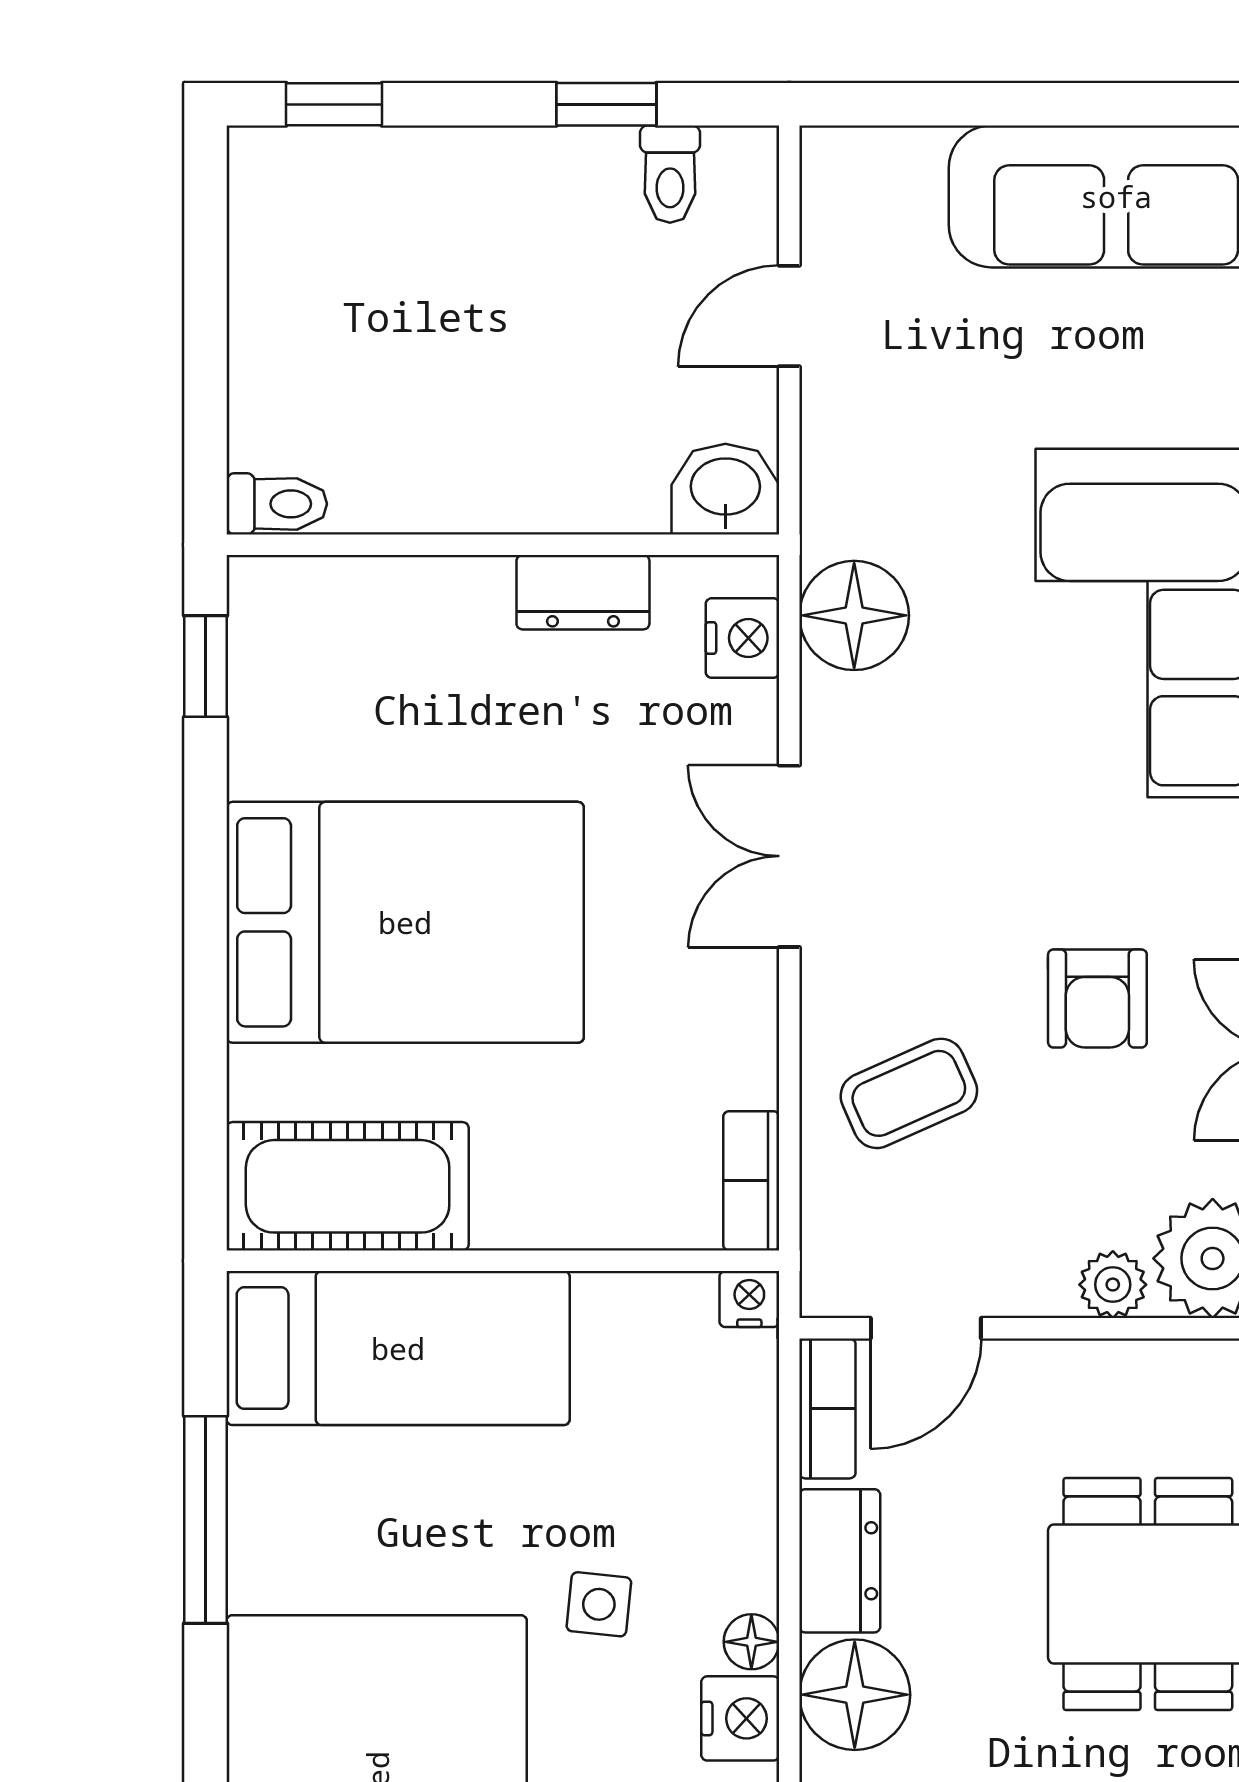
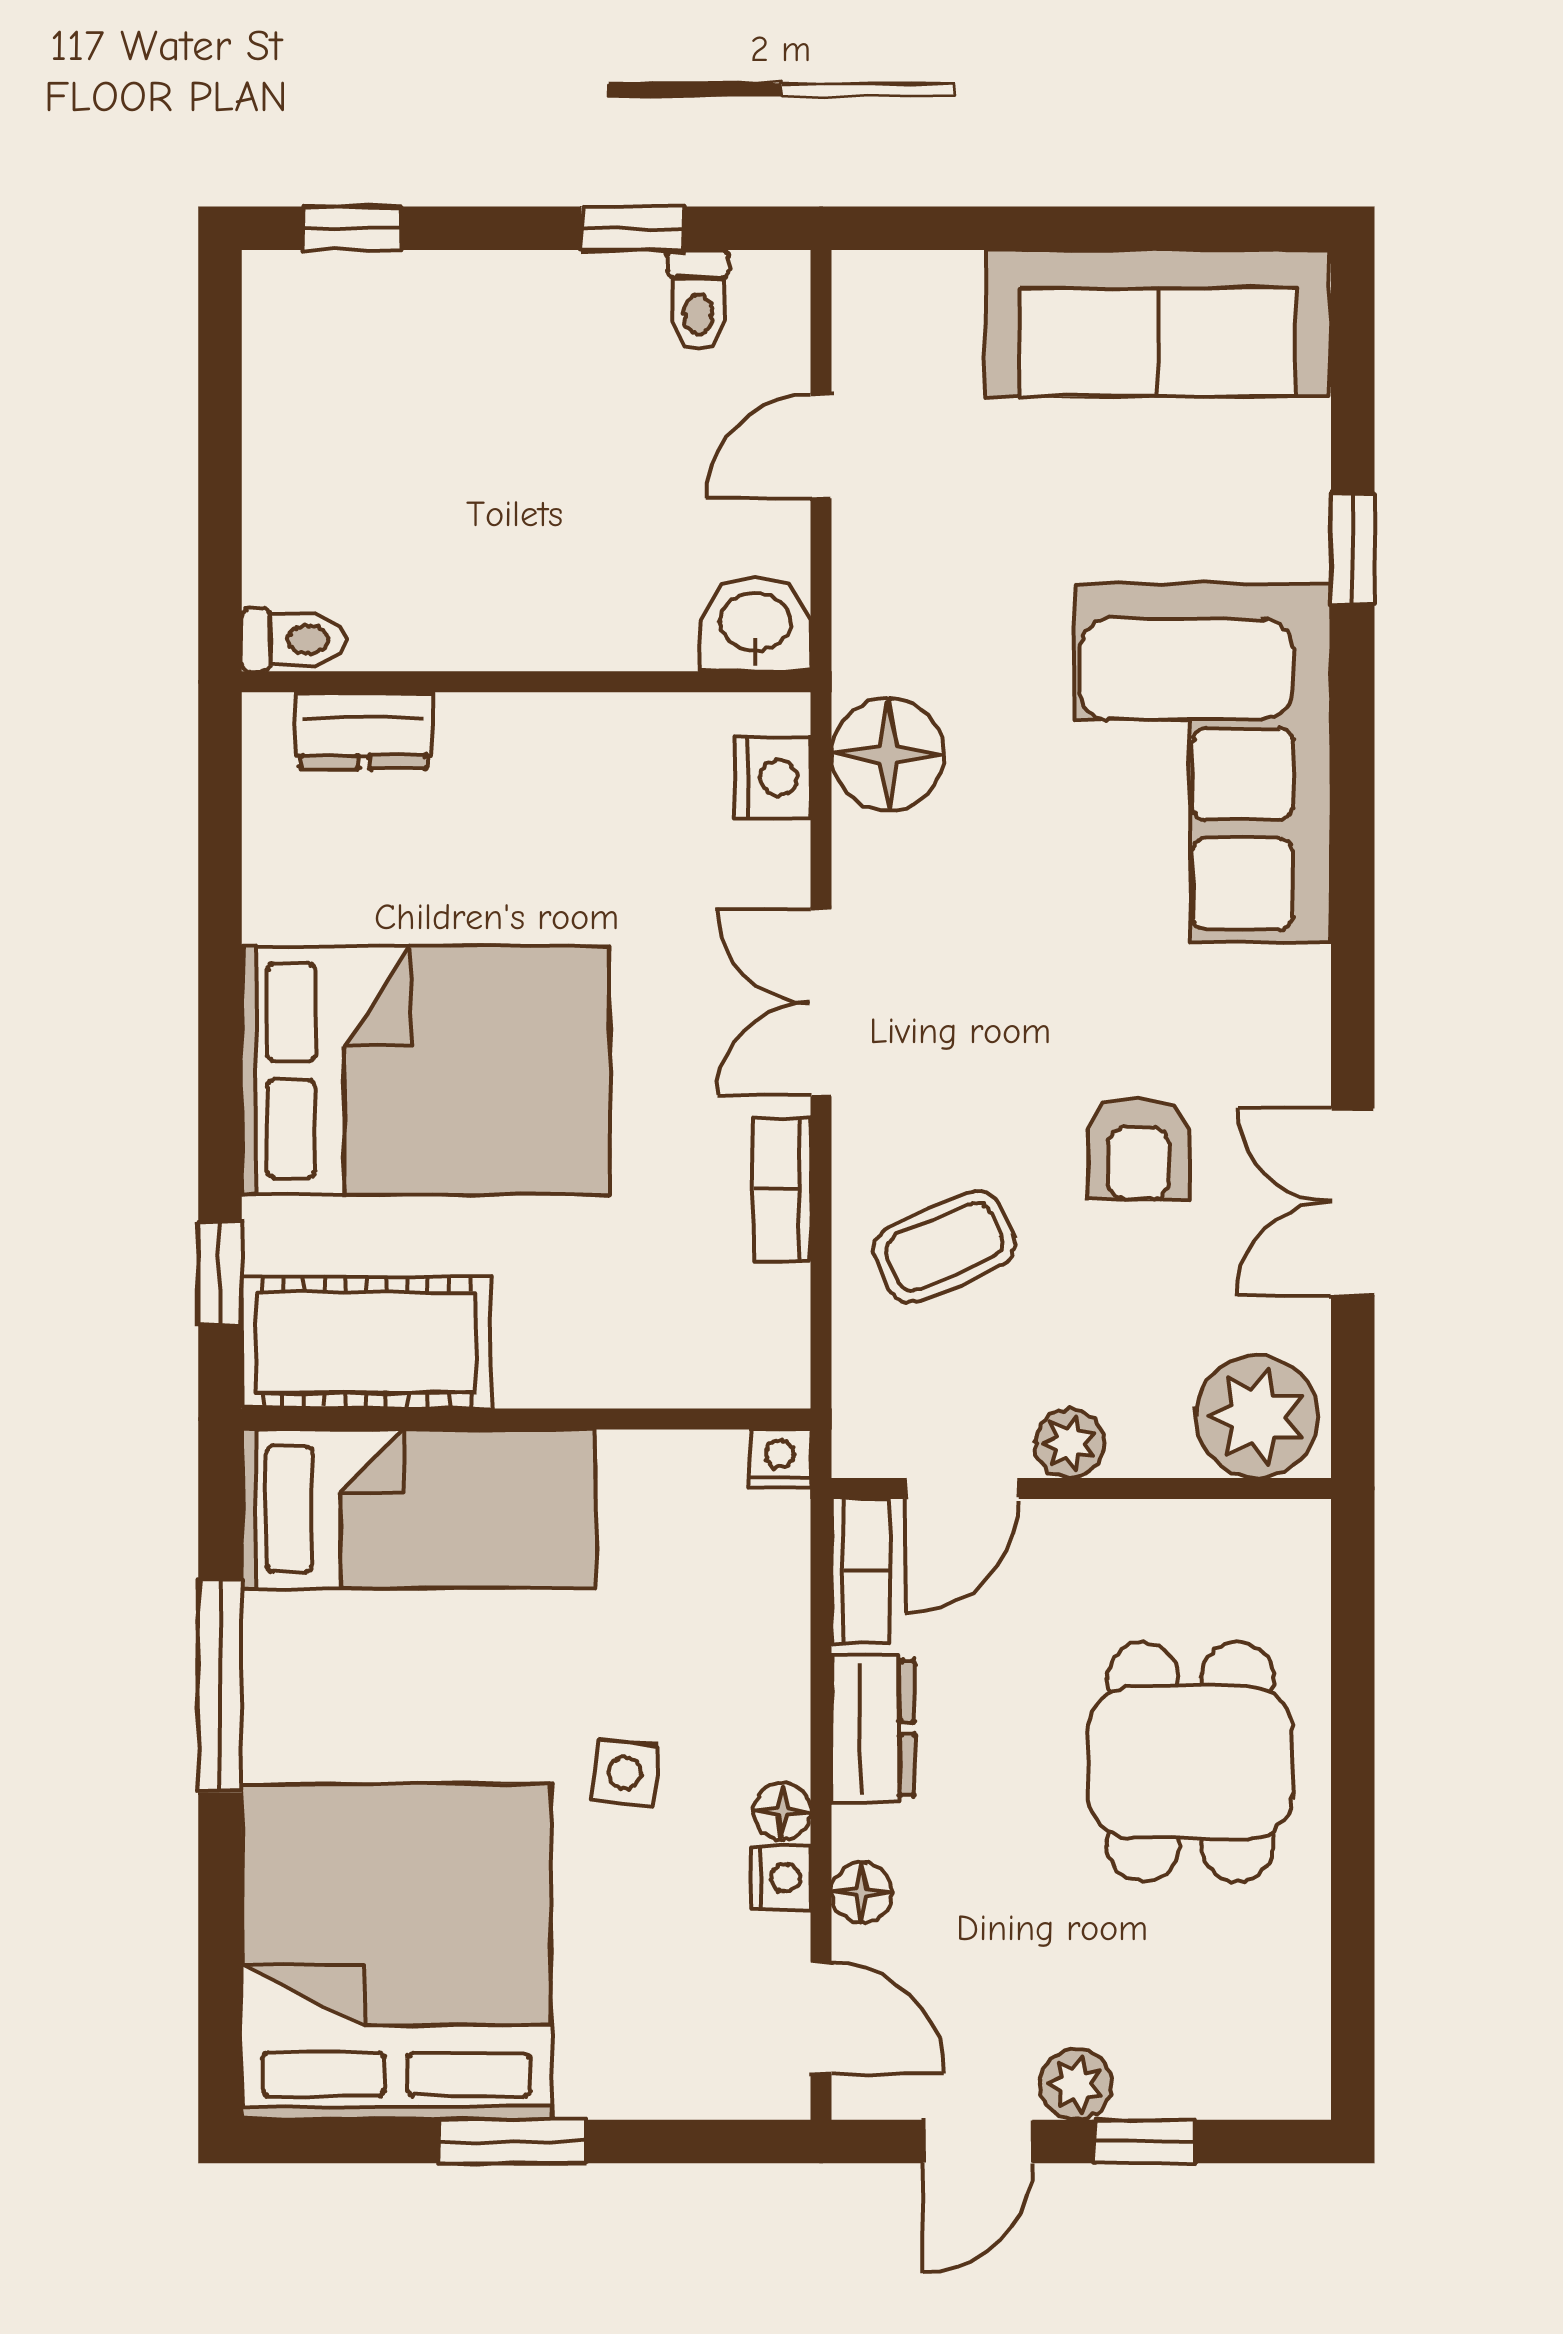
dresser: (583, 592) -> (363, 731), moved
window: (206, 666) -> (220, 1273), moved
bookcase: (751, 1181) -> (782, 1190), moved
plant: (1113, 1285) -> (1069, 1444), moved
floor lamp: (855, 1695) -> (862, 1893), width x0.53, depth x0.53
nightstand: (740, 1718) -> (781, 1878), width x0.72, depth x0.74

